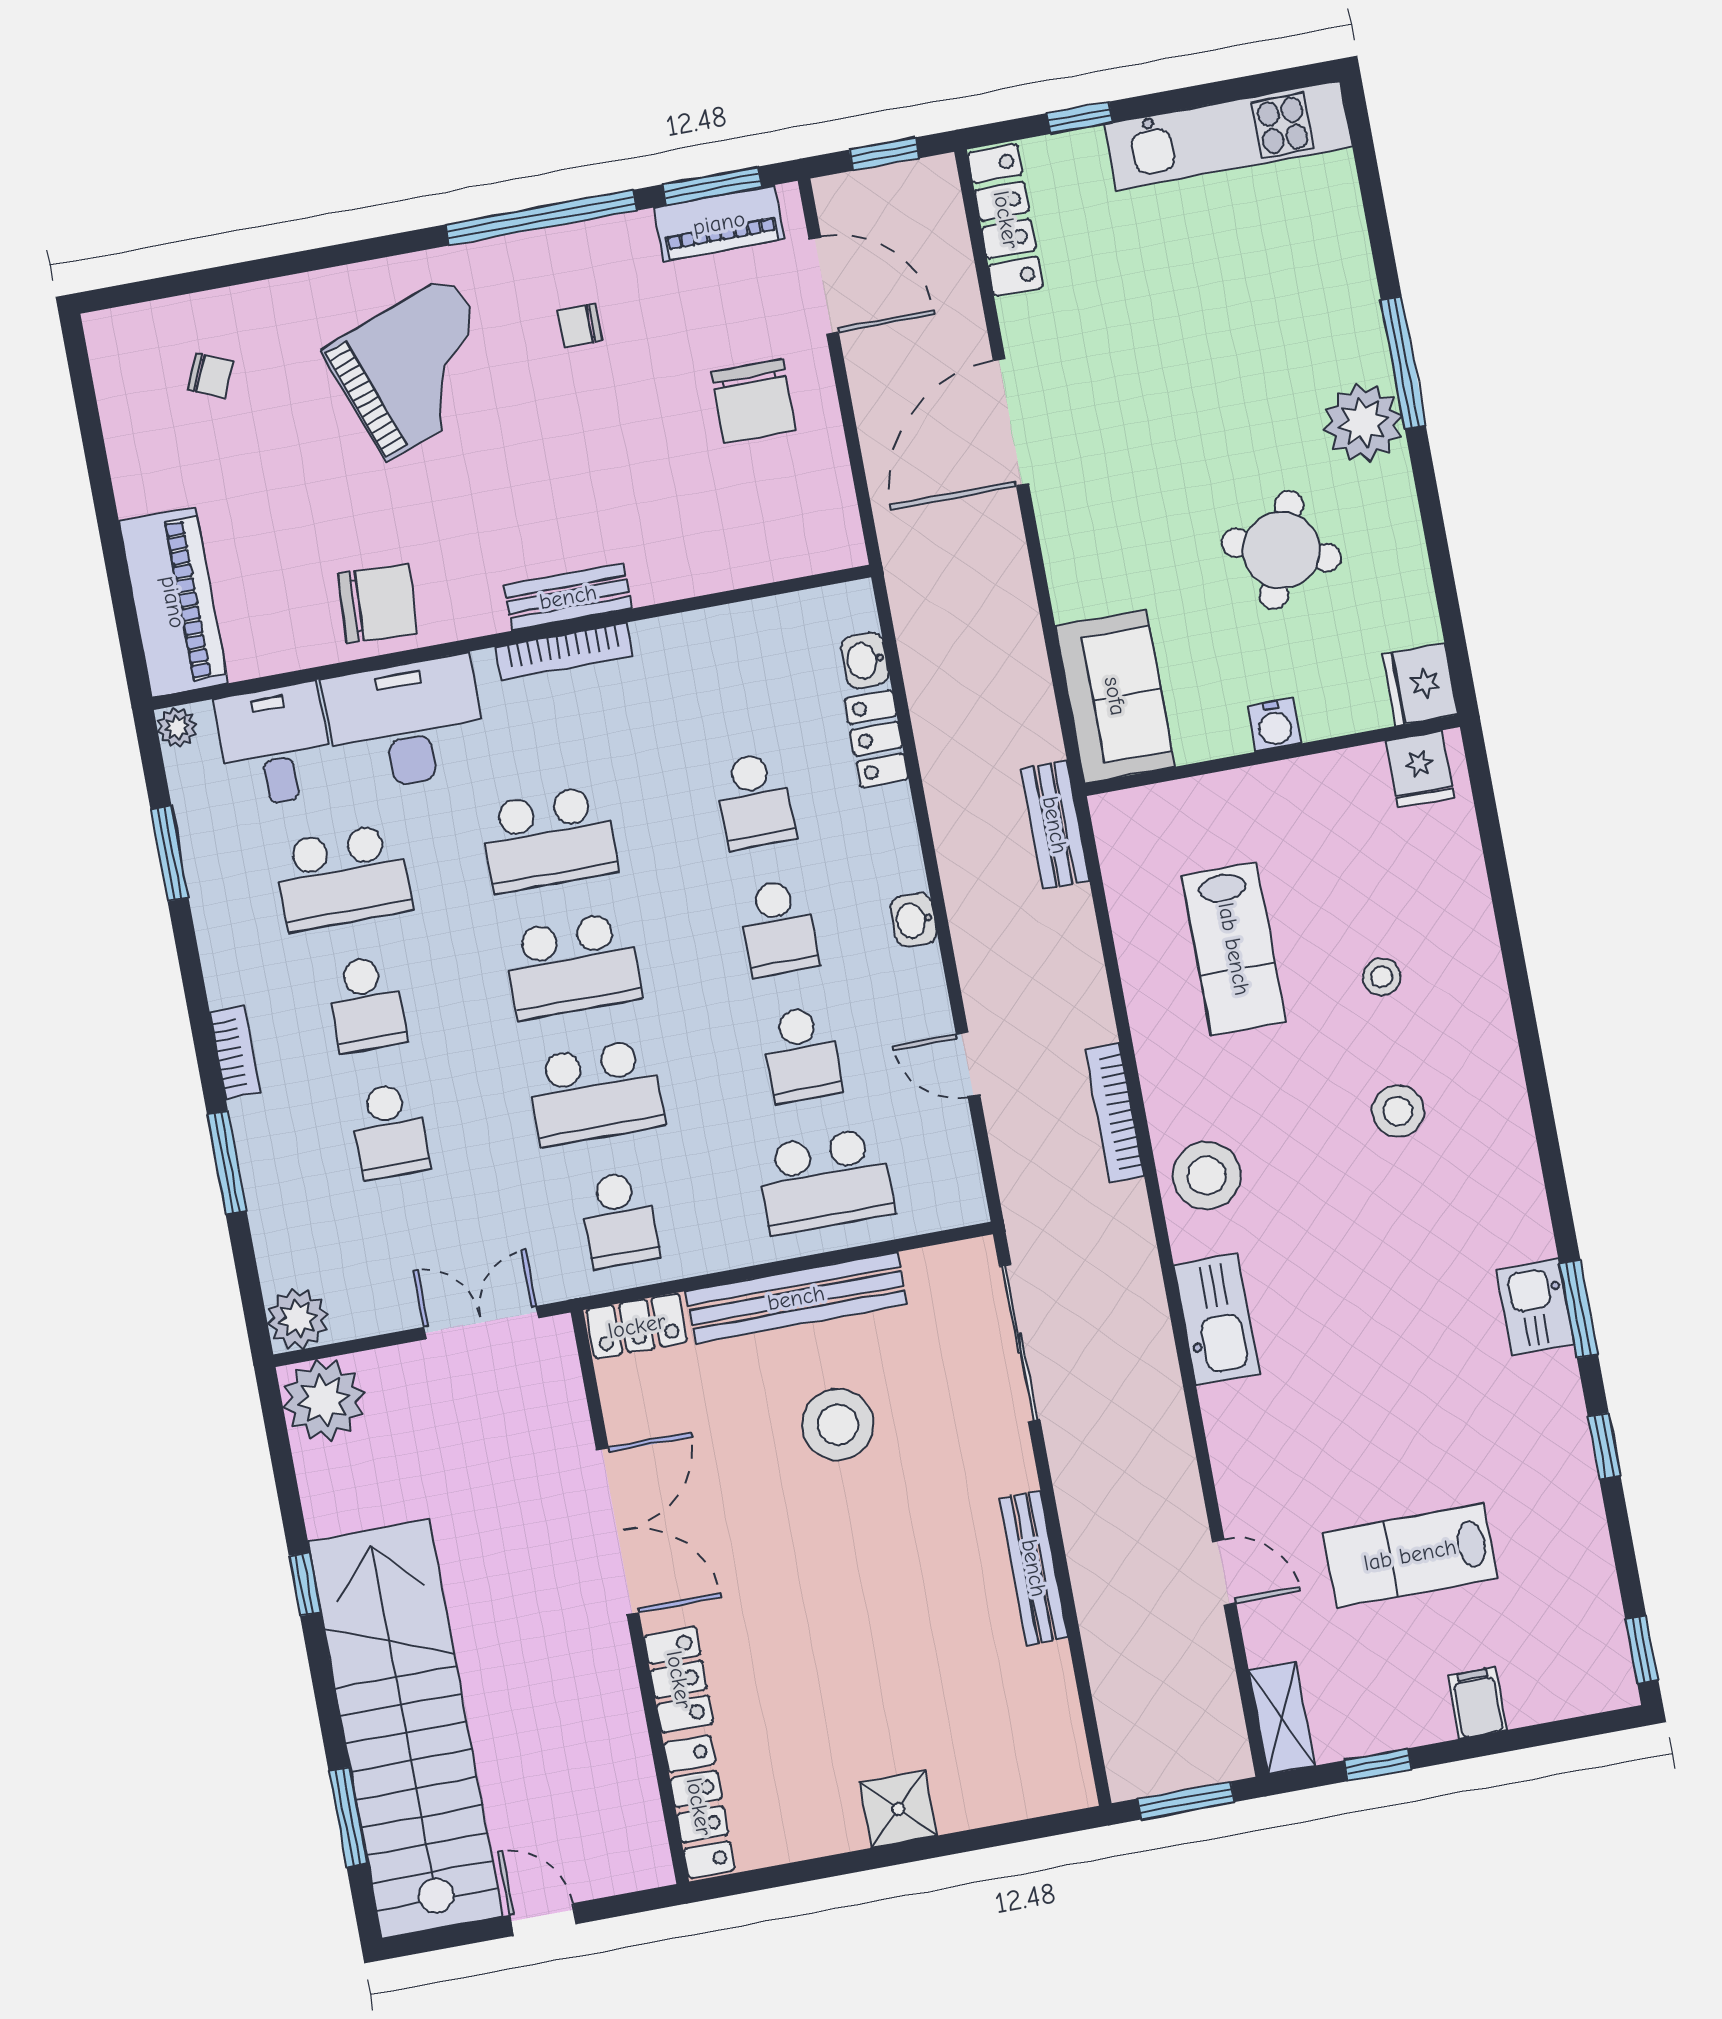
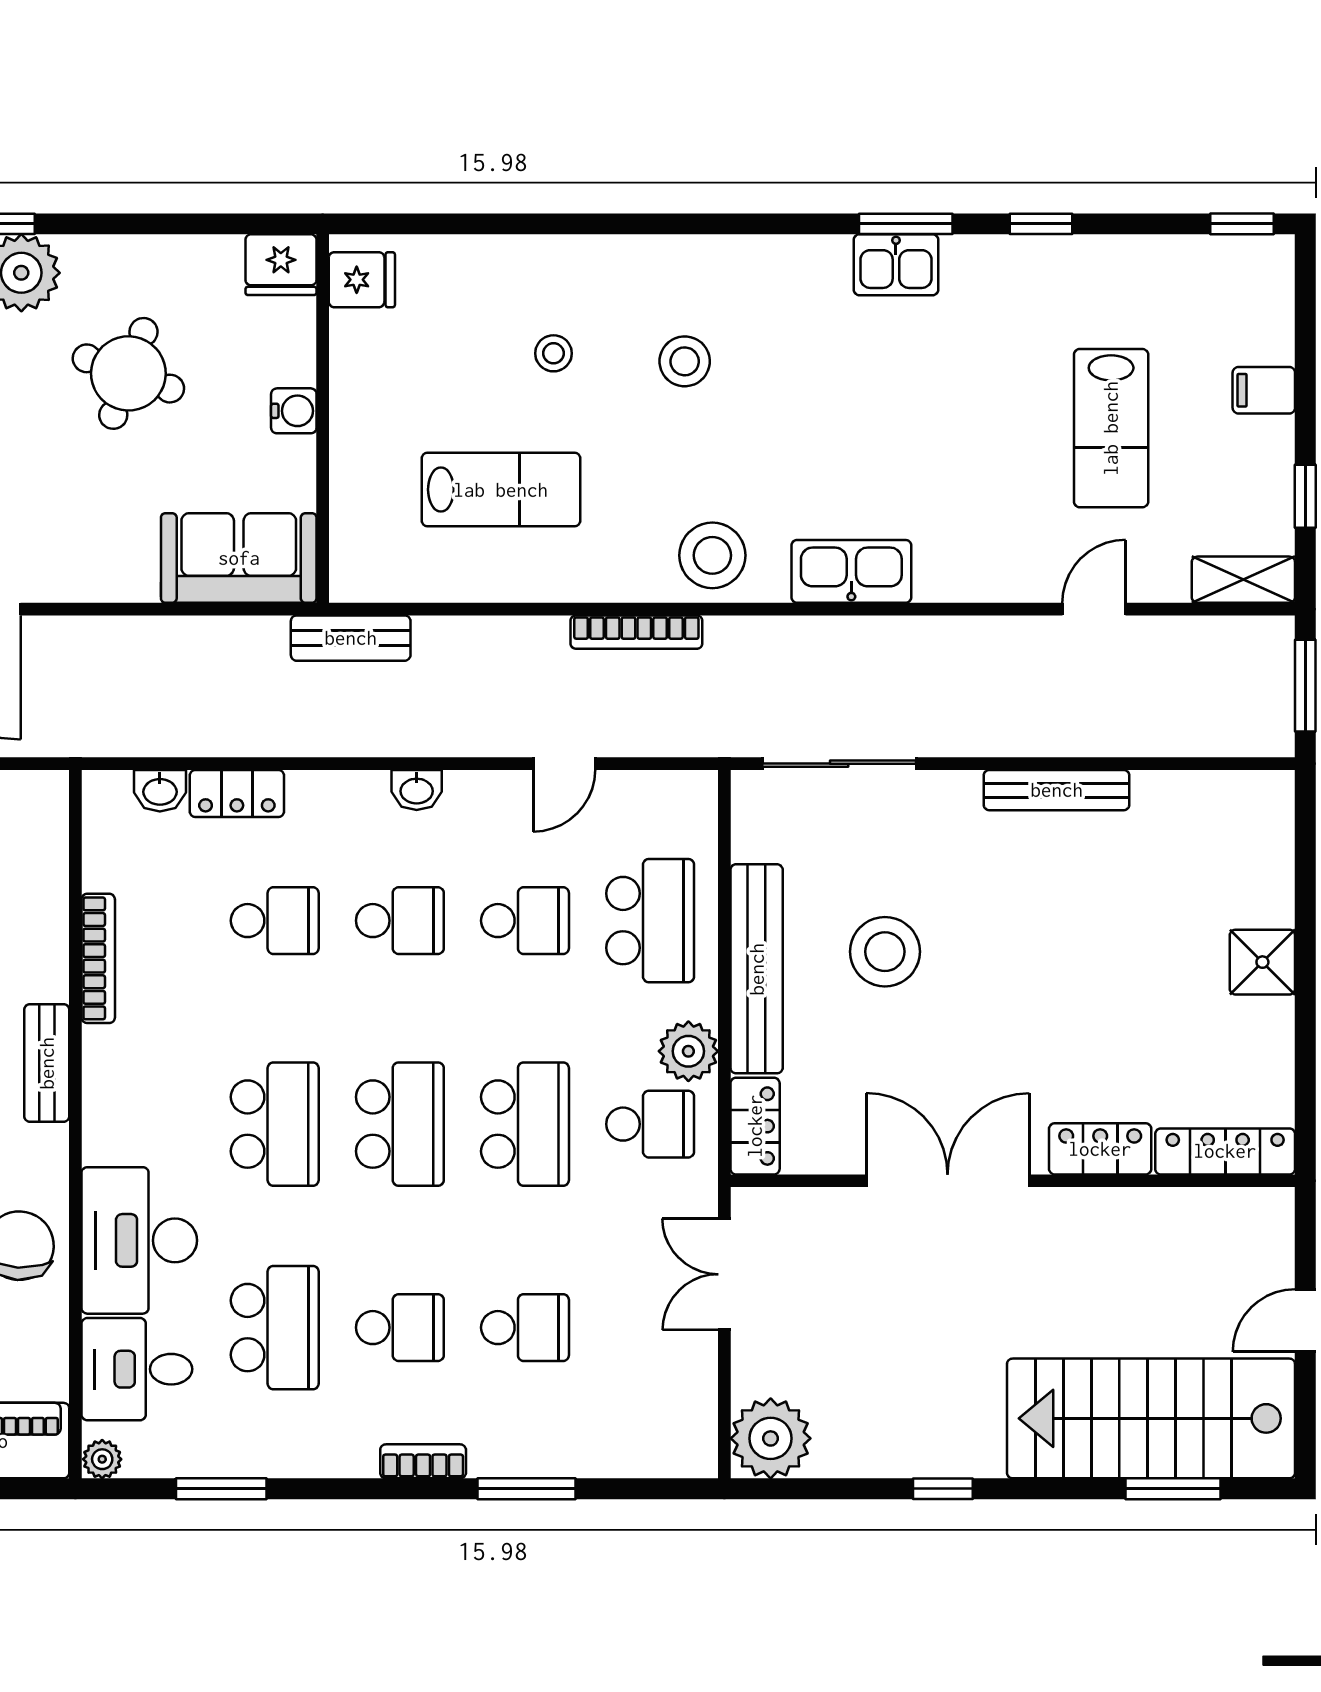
bookcase: (564, 651) -> (98, 958), moved
plant: (298, 1319) -> (688, 1051), moved
stairs: (405, 1729) -> (1151, 1418), width x0.73

